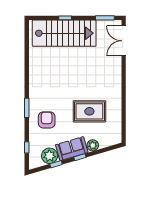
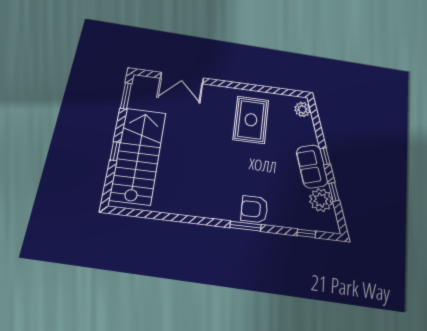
double door: (124, 41) -> (182, 78), moved
rug: (89, 111) -> (251, 120), moved
armchair: (47, 120) -> (254, 209), moved
plant: (93, 145) -> (302, 109), moved

